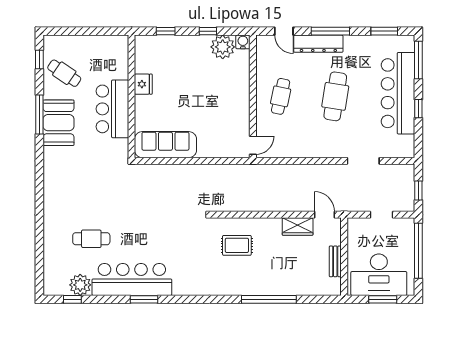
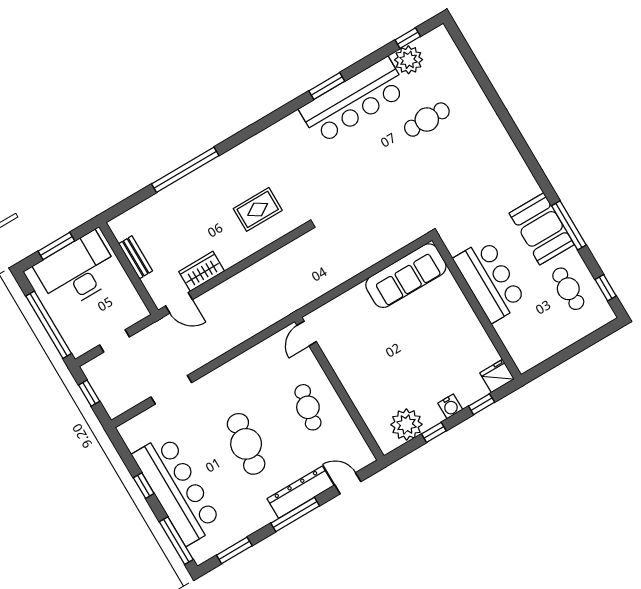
water cooler: (243, 42) -> (450, 406), moved
cafe table: (64, 73) -> (568, 289), turned 56
fridge: (143, 84) -> (497, 376), moved, turned 90

